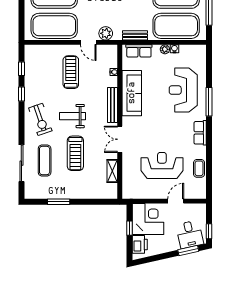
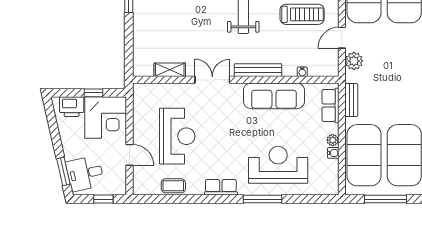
treadmill: (75, 153) -> (193, 20), removed
window: (209, 231) -> (103, 199), moved

